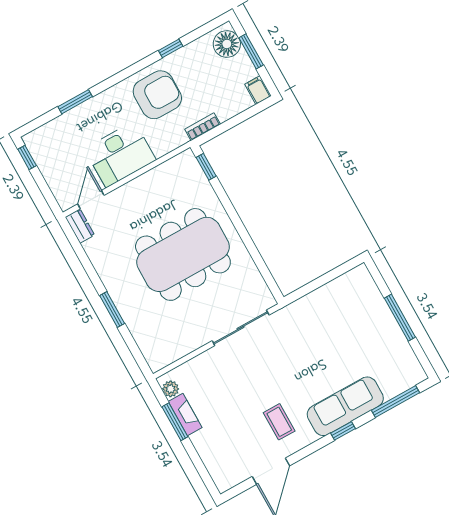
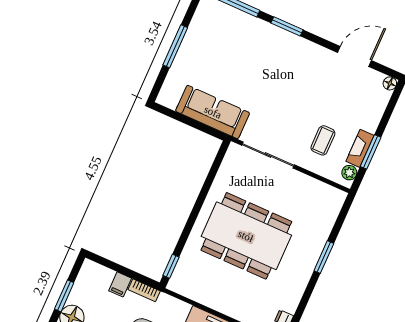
filing cabinet: (258, 90) -> (120, 284), moved
sofa: (345, 406) -> (213, 112), moved, turned 180
coffee table: (279, 422) -> (323, 140), moved
window: (343, 431) -> (287, 26), width x1.50
floor lamp: (223, 485) -> (390, 83), added

